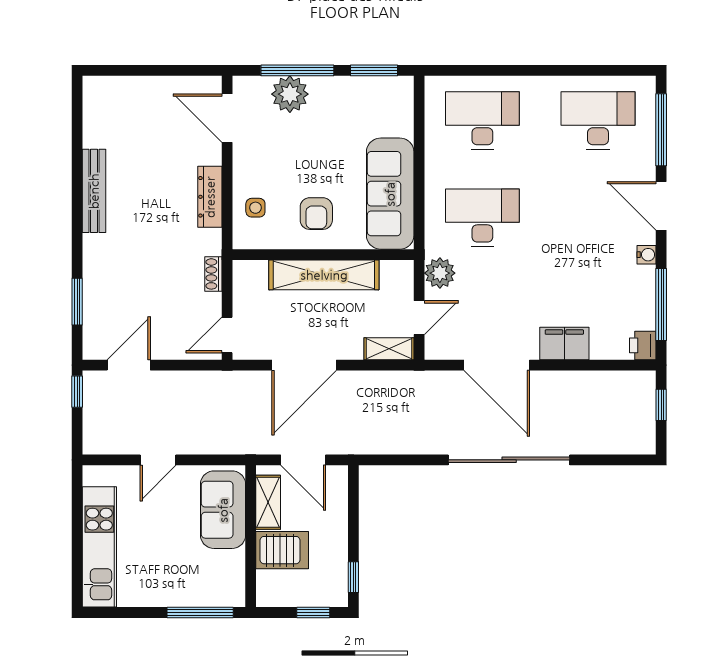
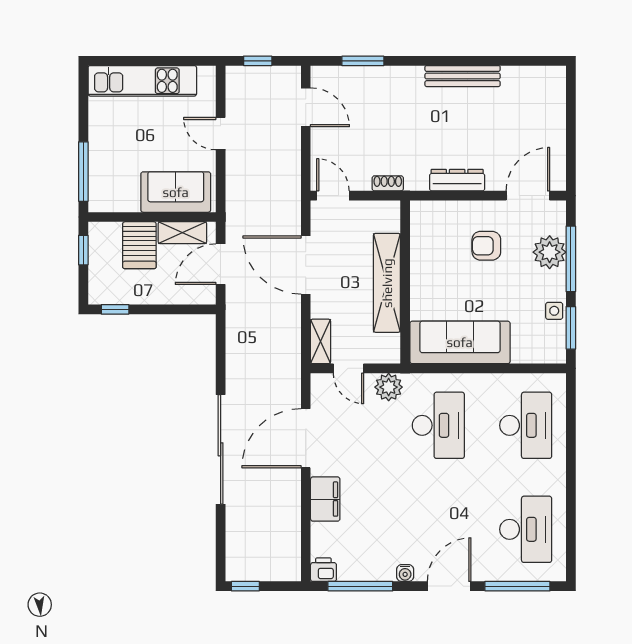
side table: (255, 208) -> (554, 311), moved
armchair: (316, 214) -> (486, 246), moved
window: (77, 392) -> (258, 61), moved
window: (661, 405) -> (245, 586), moved
window: (313, 612) -> (83, 250), moved

